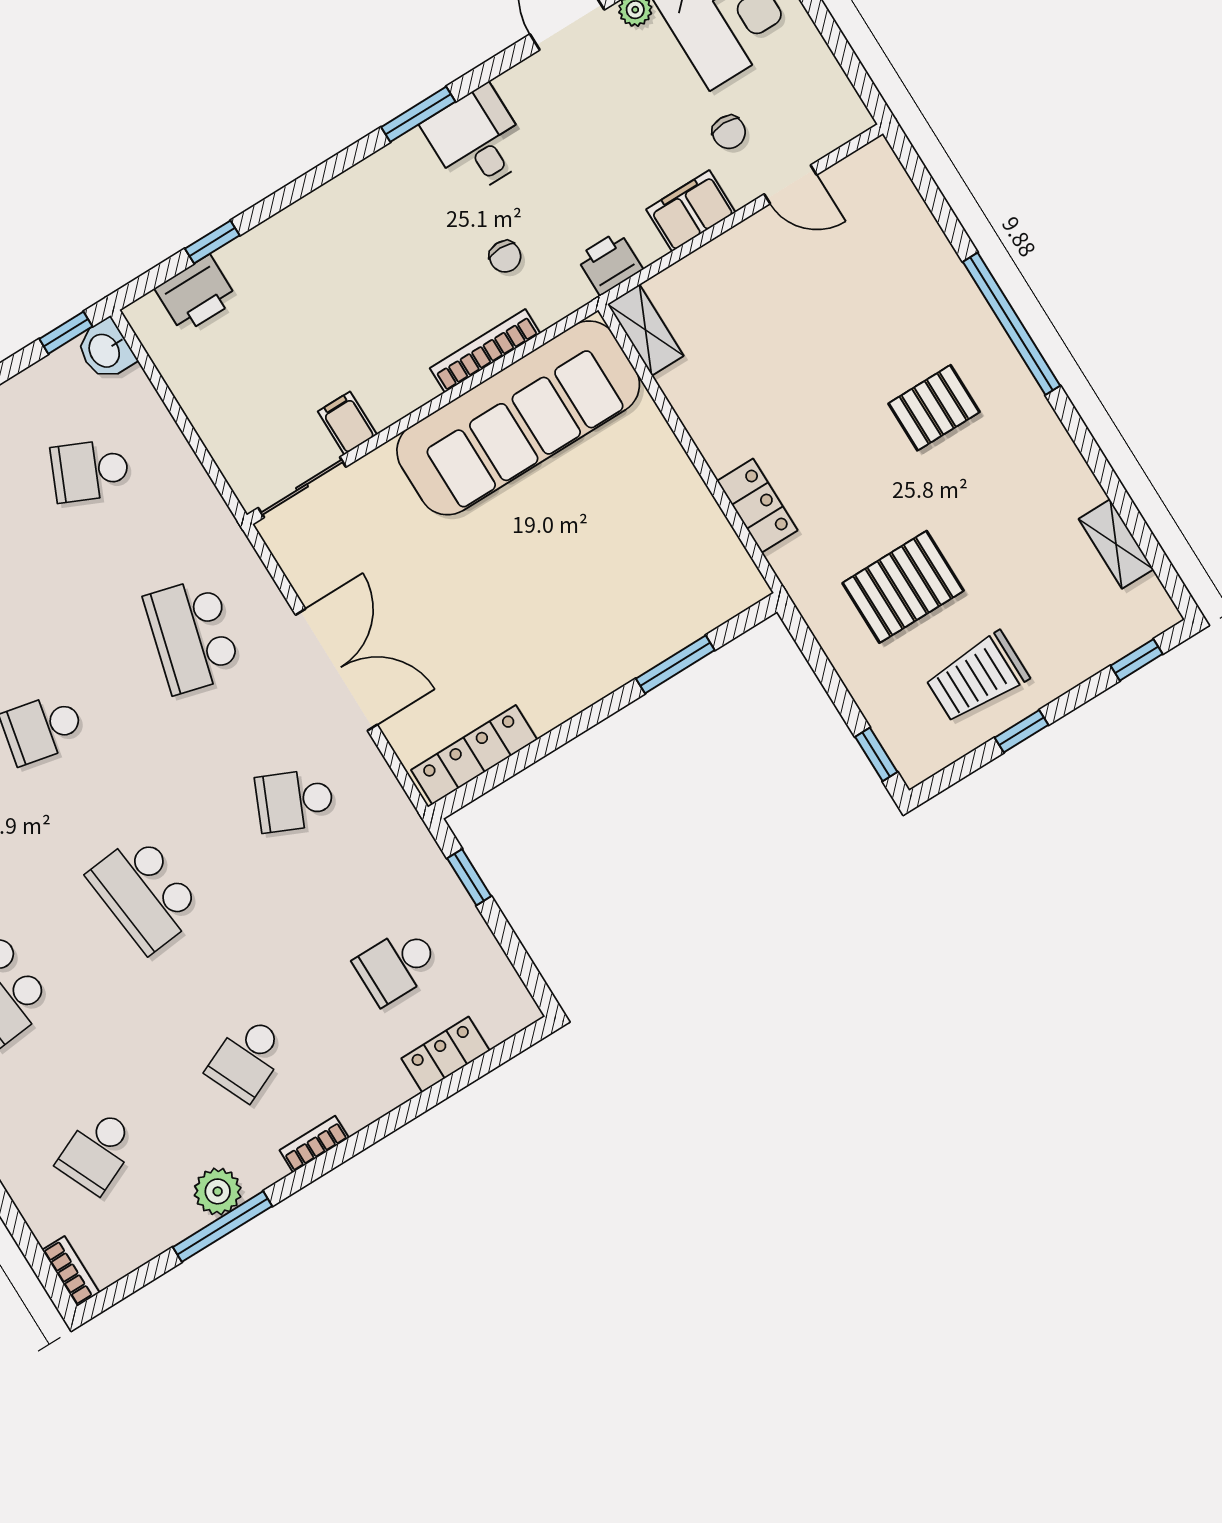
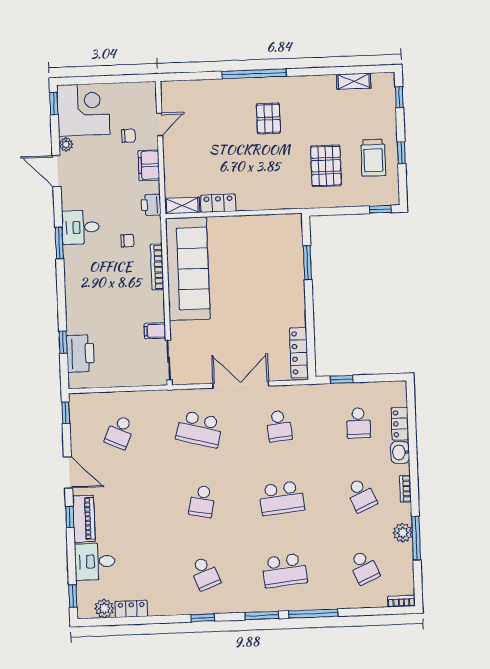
printer: (196, 294) -> (80, 353), width x1.37, depth x1.19
washbasin: (105, 350) -> (400, 452), moved, turned 90
locker: (757, 506) -> (218, 203), moved
school desk: (295, 801) -> (279, 426), turned -30

